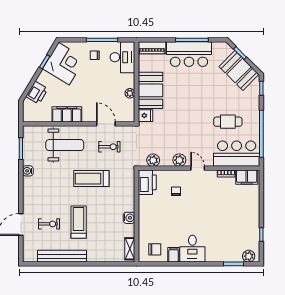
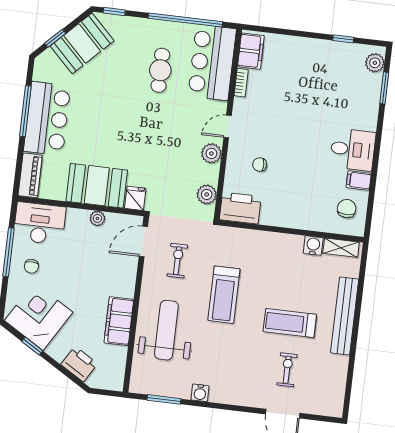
door: (106, 124) -> (143, 241), moved
water cooler: (129, 218) -> (313, 246), moved
bench: (62, 256) -> (345, 316), moved

